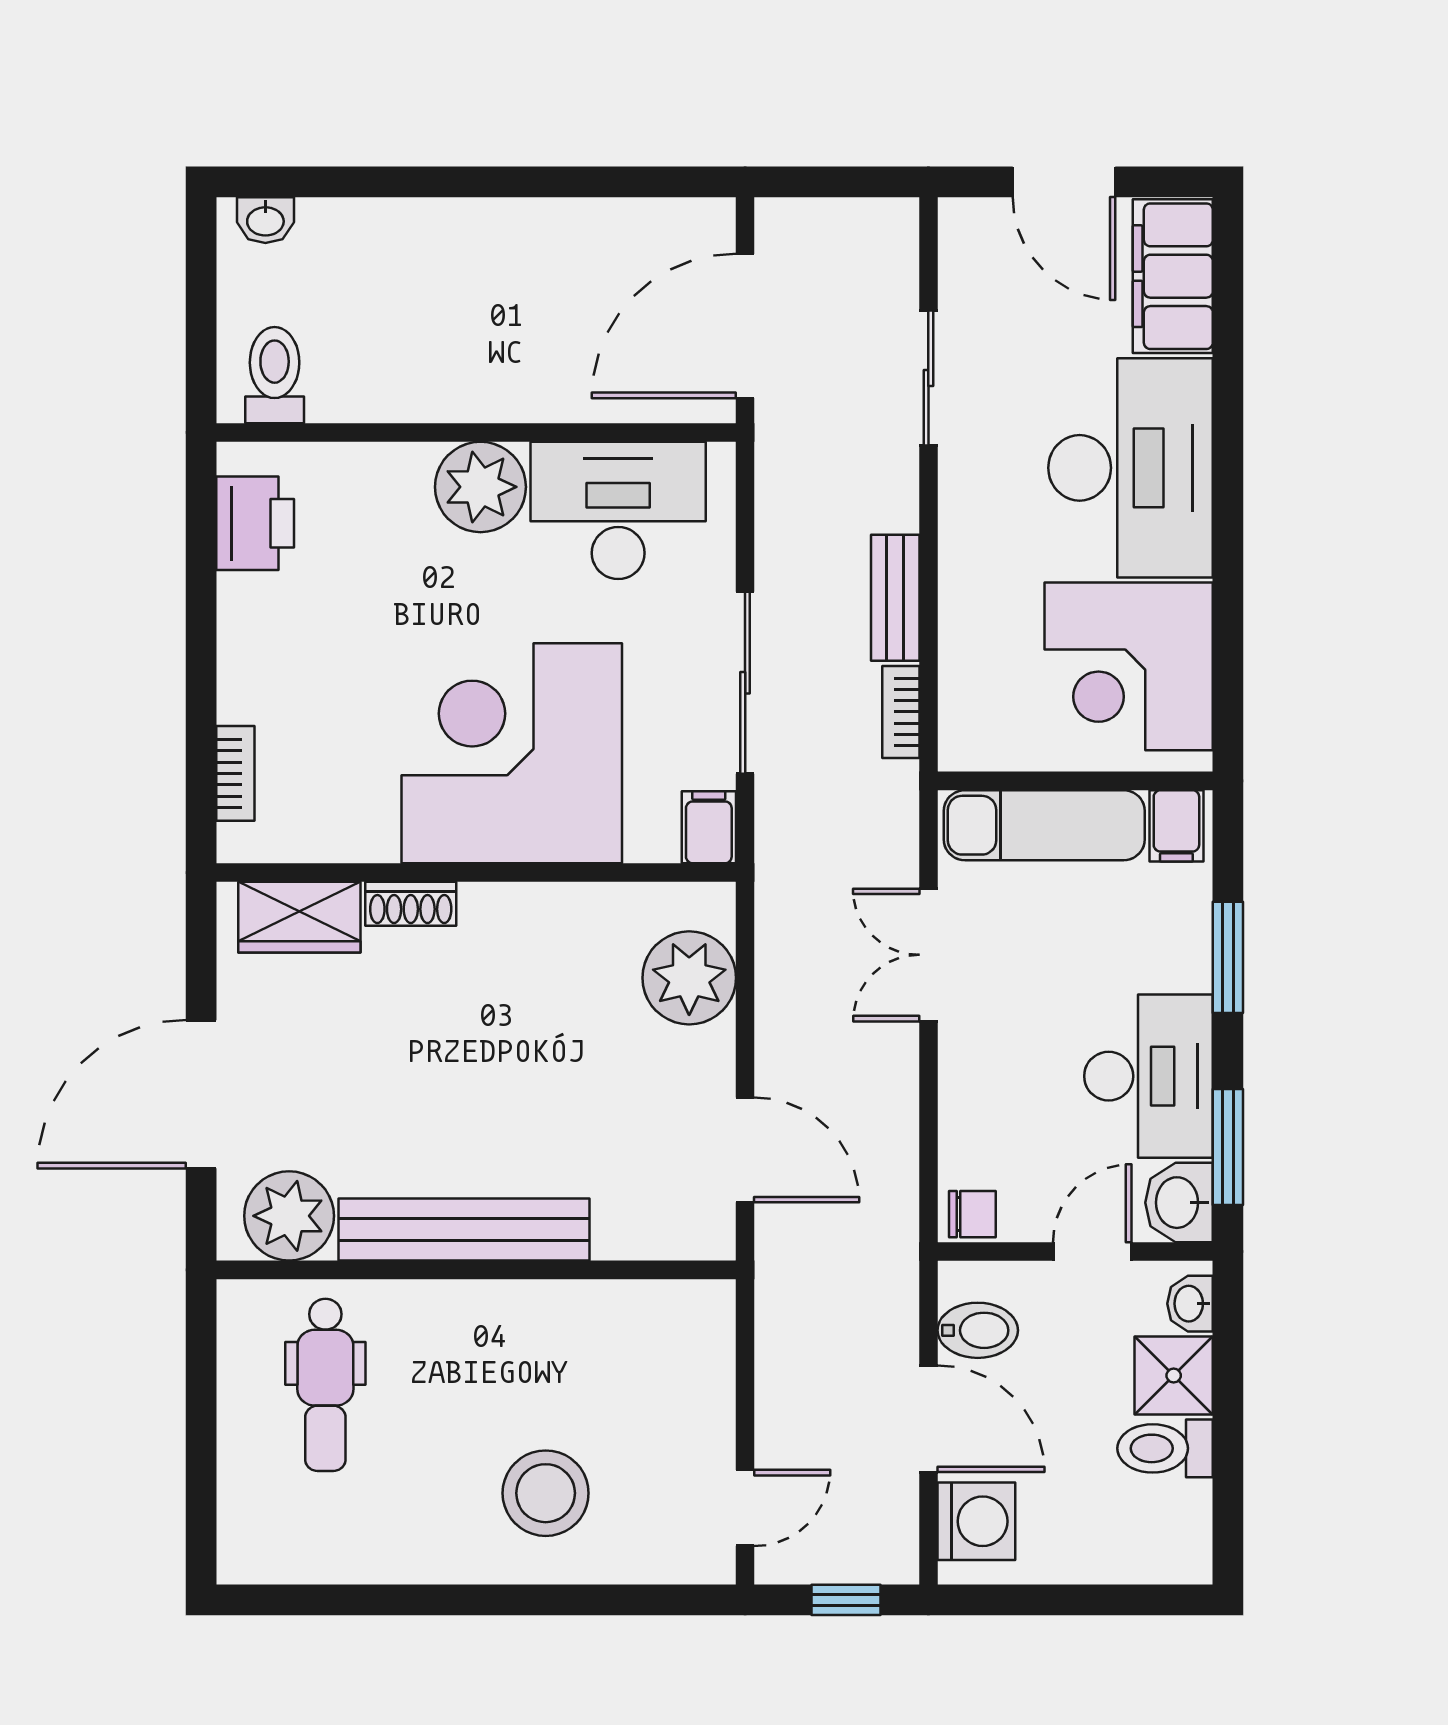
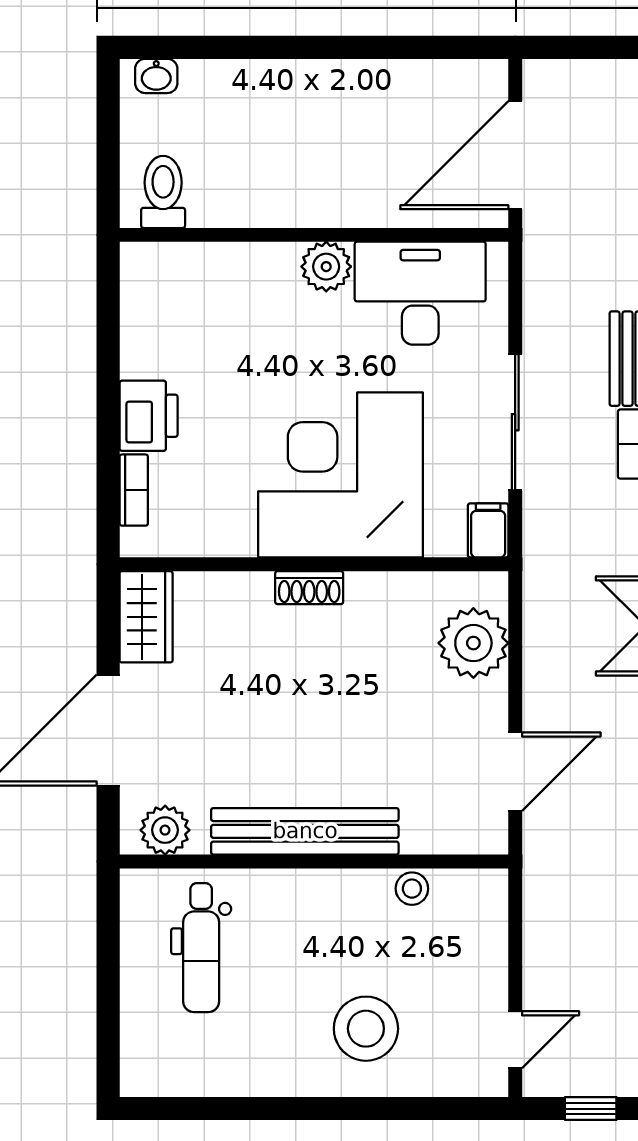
plant: (480, 487) -> (326, 267), width x0.73, depth x0.73
printer: (255, 523) -> (149, 416), moved
shoe rack: (411, 904) -> (309, 588), moved
wardrobe: (299, 917) -> (146, 617), moved, turned -90
door: (745, 1150) -> (515, 772), hinge flipped
plant: (289, 1216) -> (165, 830), width x0.73, depth x0.73
stool: (607, 1306) -> (412, 889), added

